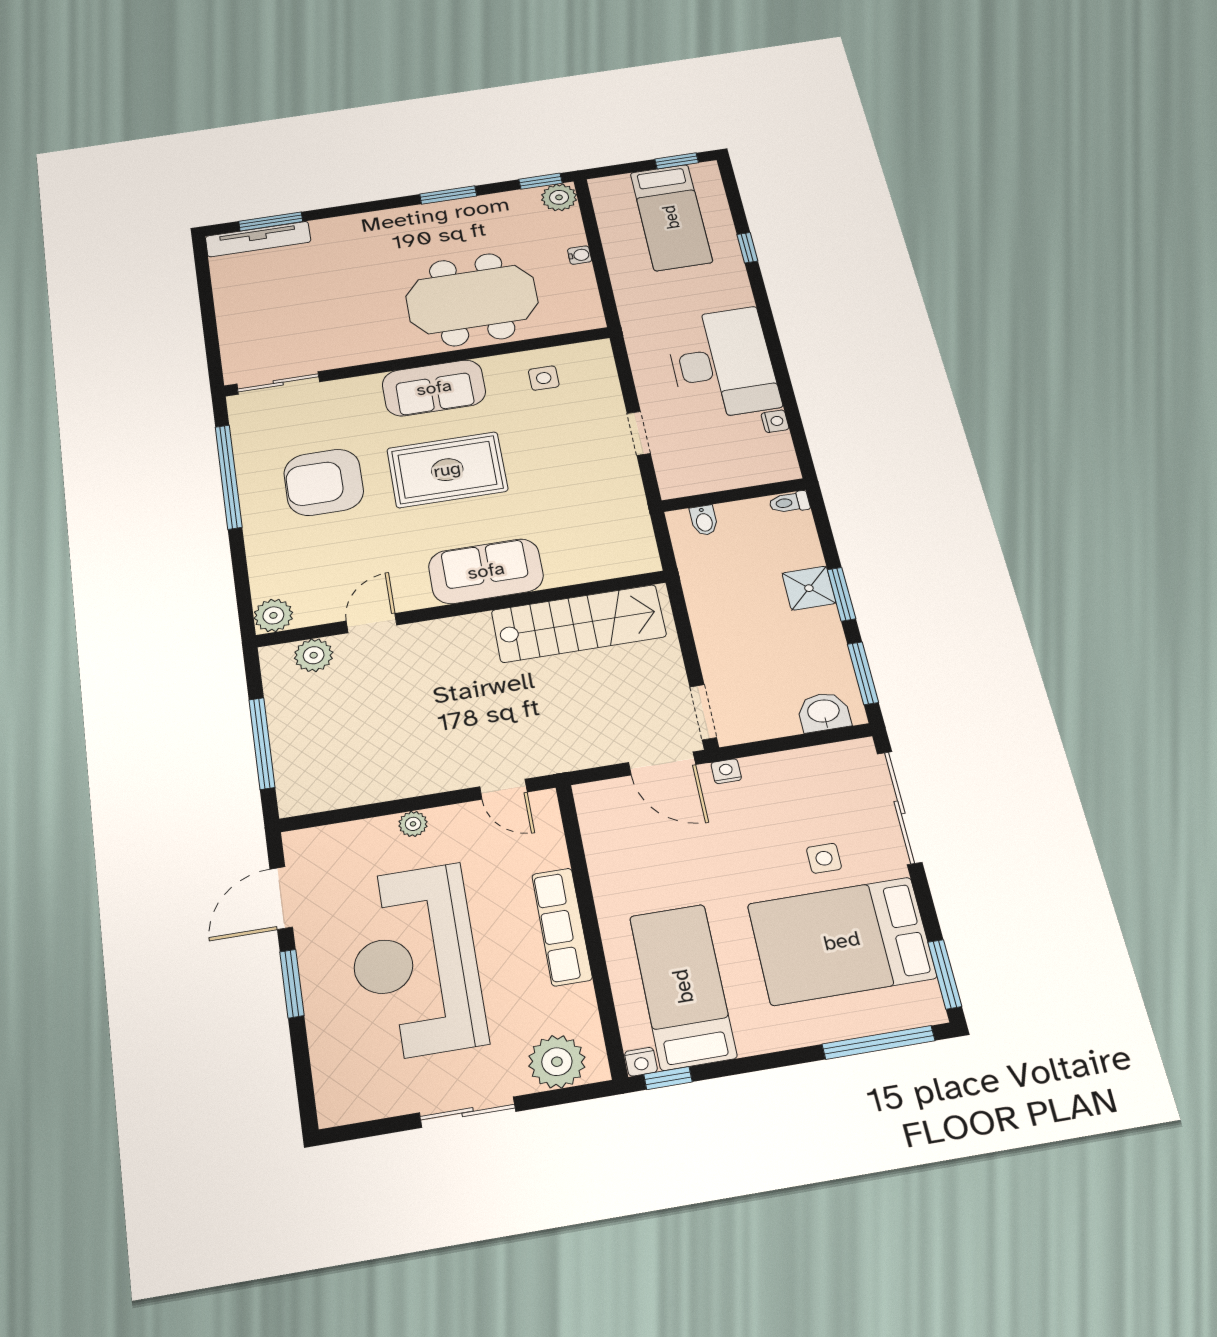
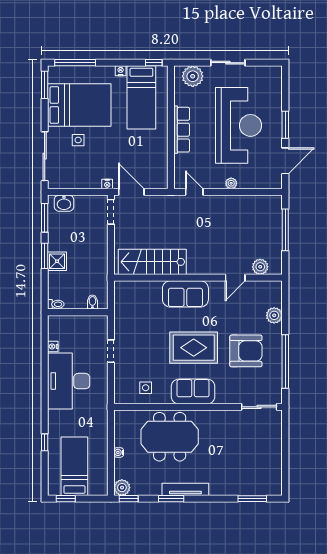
tv unit: (258, 239) -> (185, 489), moved
plant: (273, 615) -> (274, 315), moved
nightstand: (641, 1062) -> (121, 71), moved

